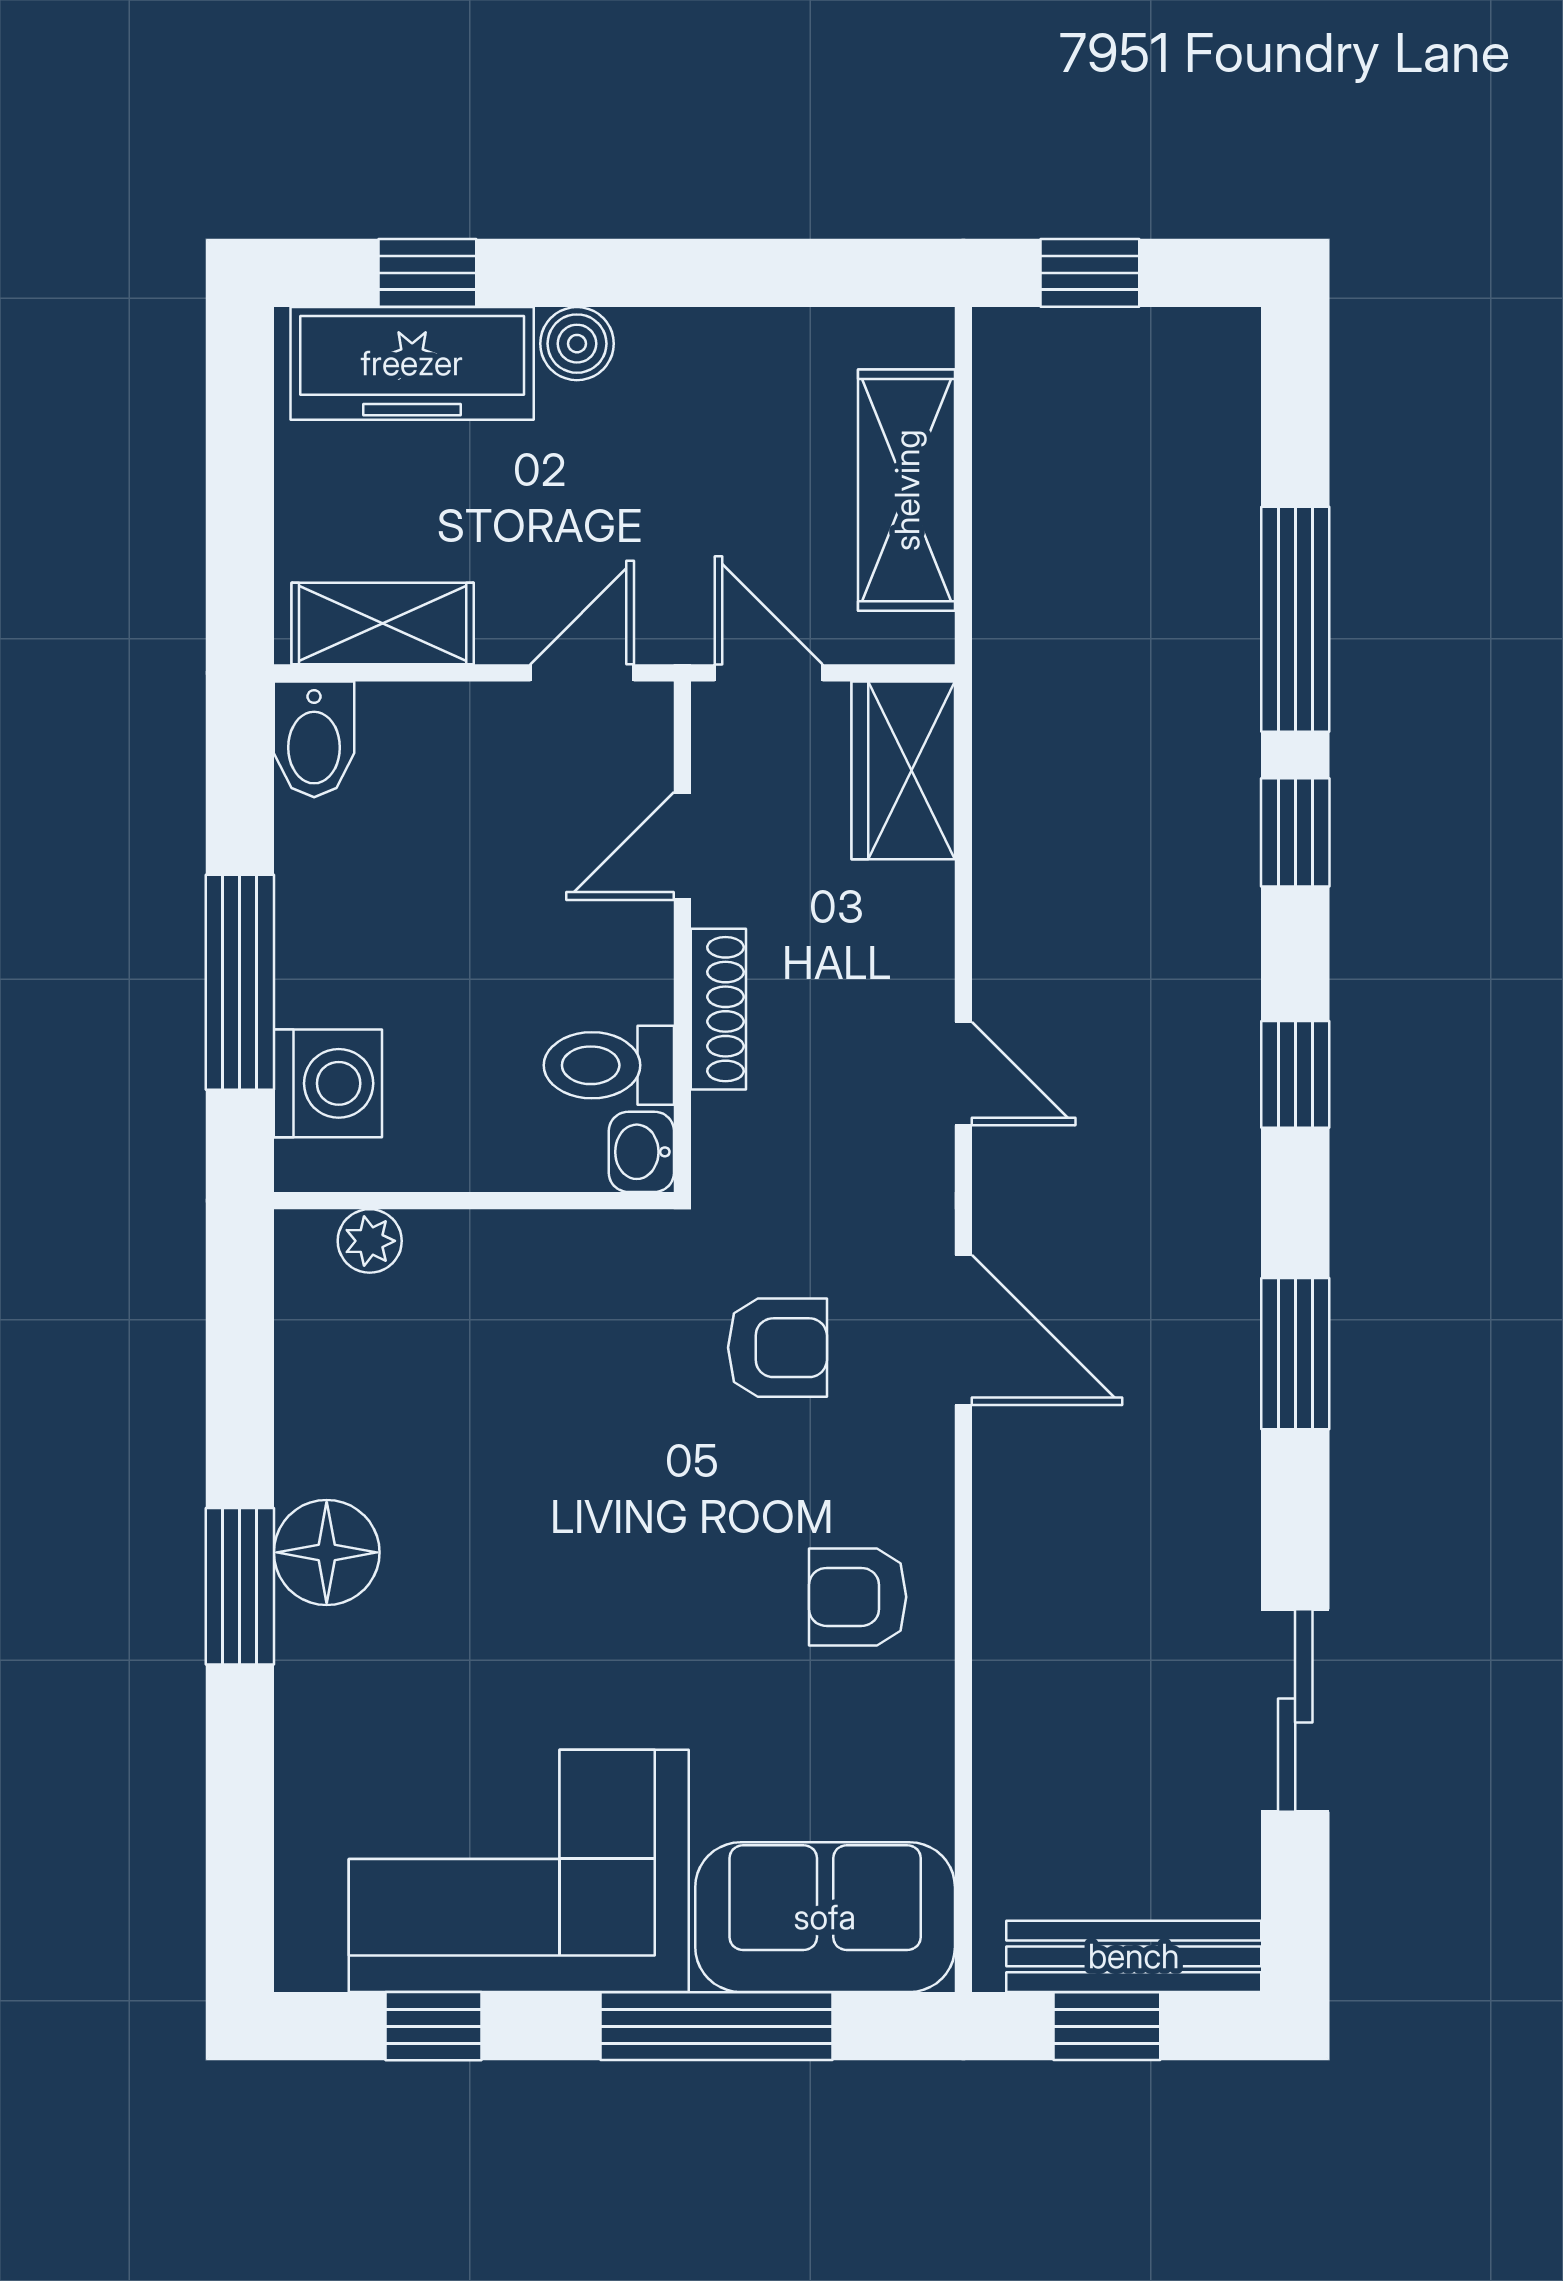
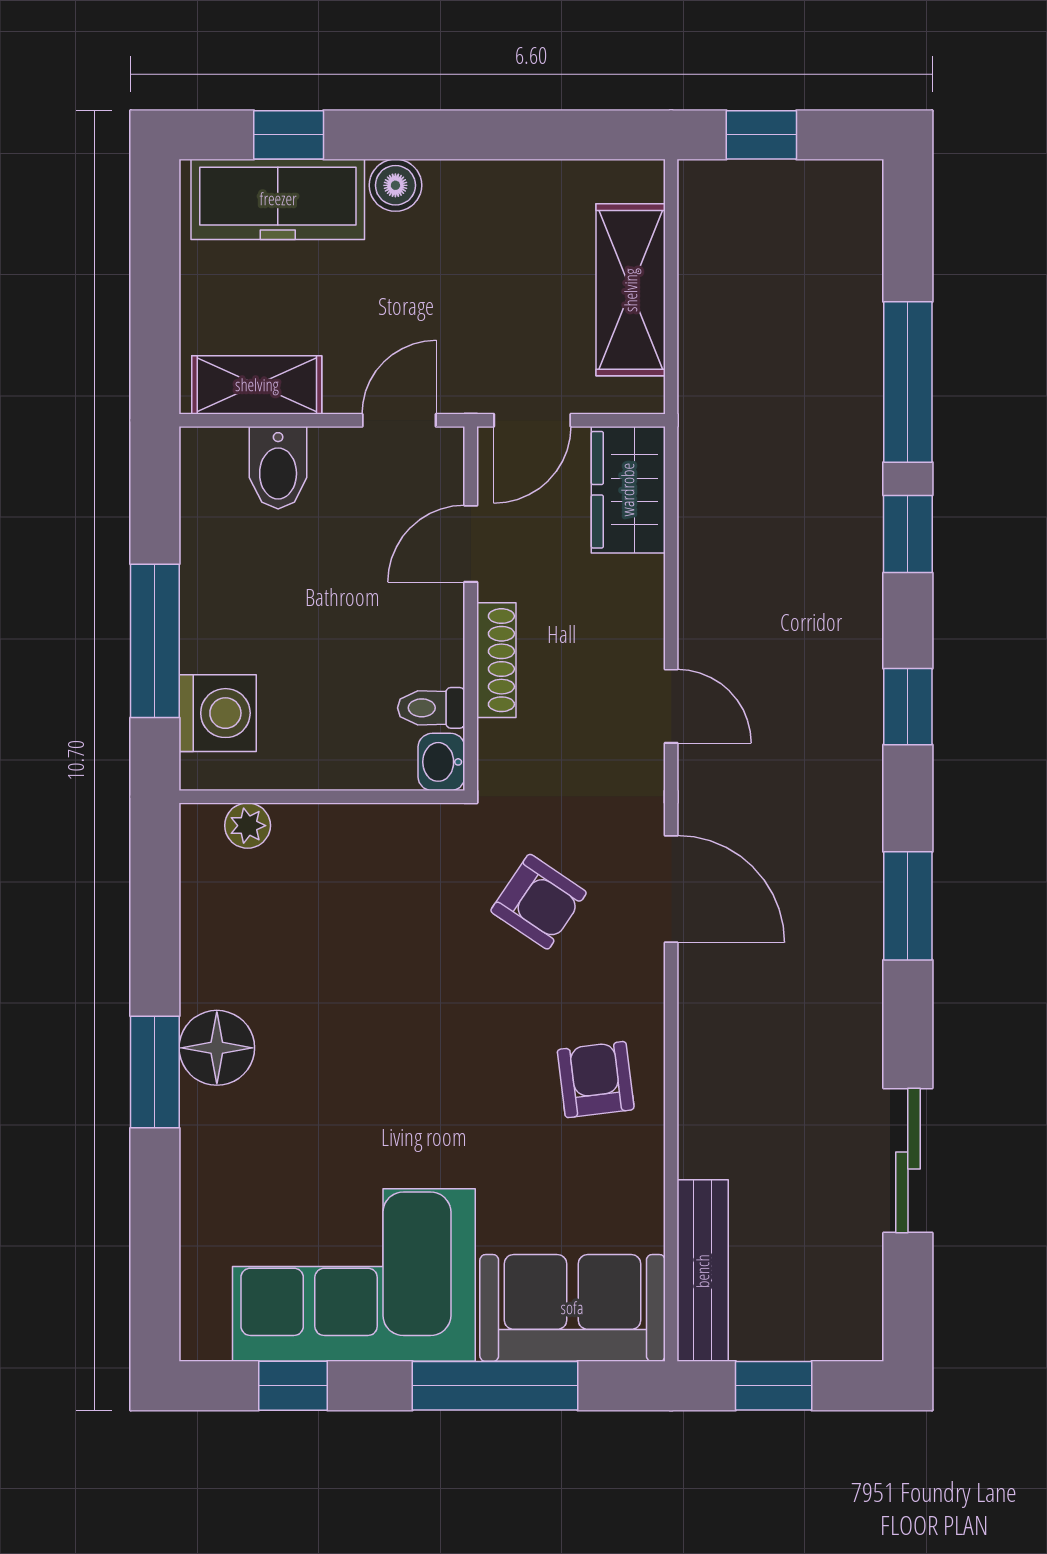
door: (769, 673) -> (532, 420), swing flipped
bidet: (314, 739) -> (278, 468), moved
toilet: (609, 1065) -> (431, 708), width x0.73, depth x0.72
armchair: (777, 1348) -> (538, 902), turned 34
armchair: (858, 1597) -> (596, 1080), turned 83
bench: (1134, 1956) -> (703, 1271), moved, turned 90

